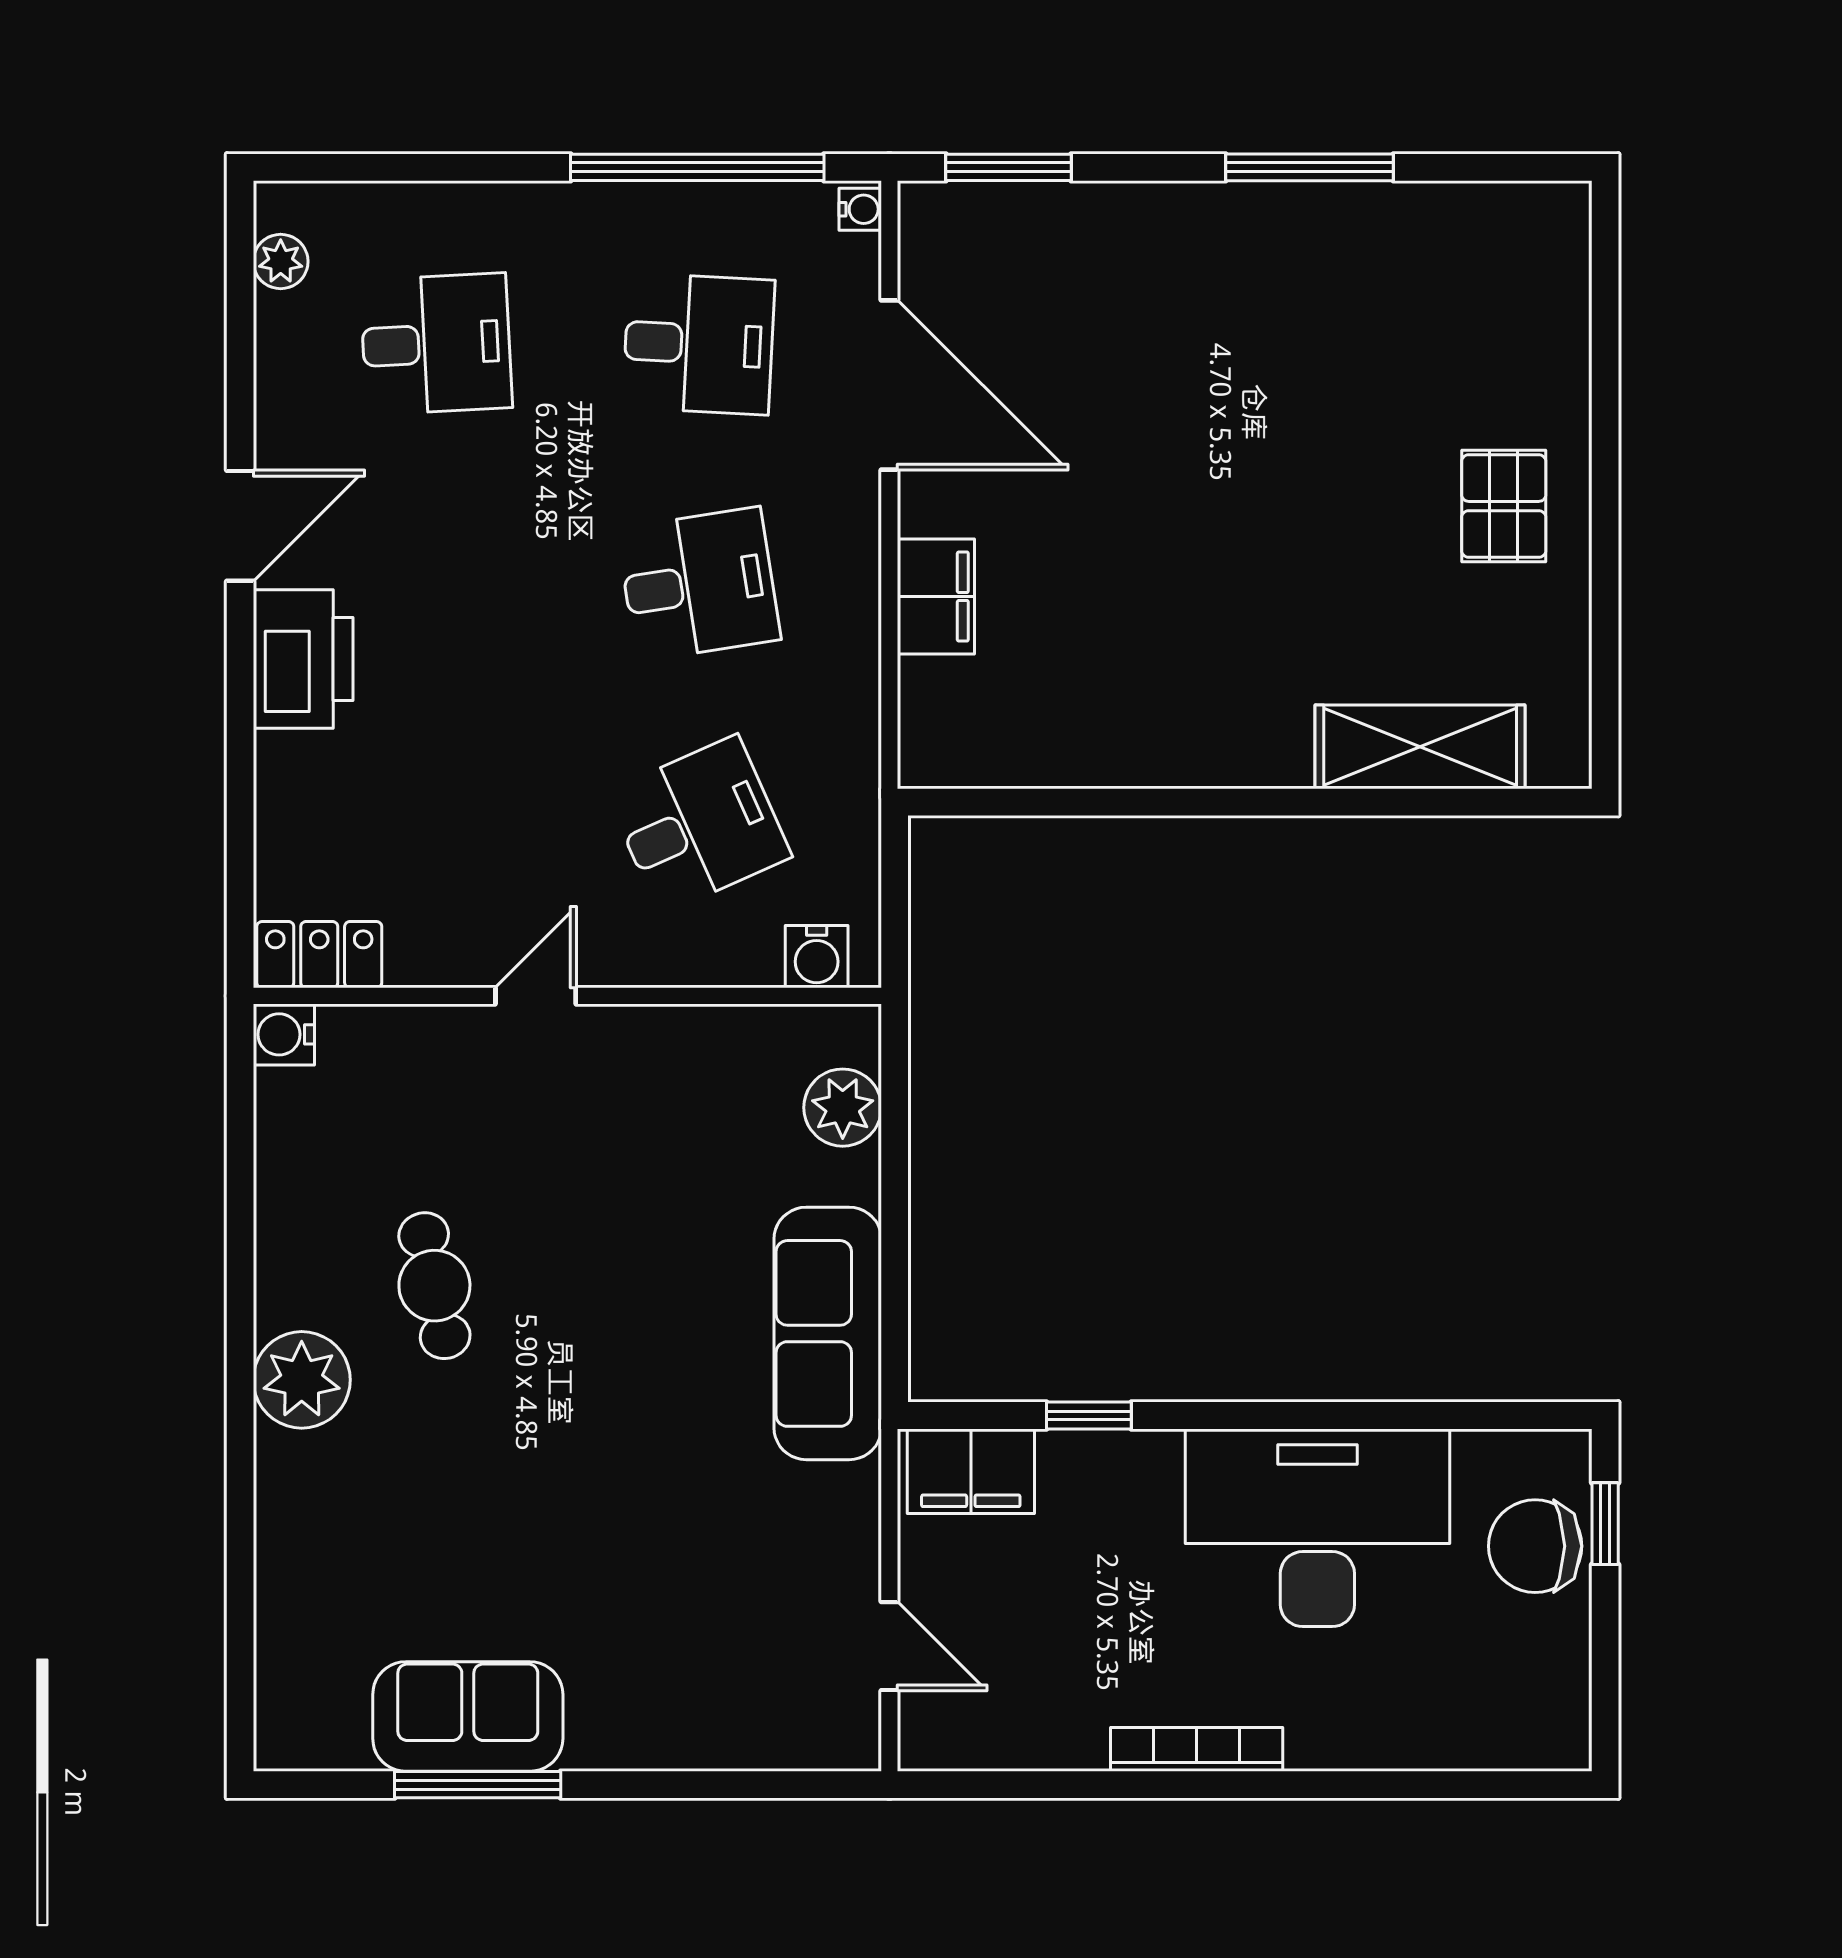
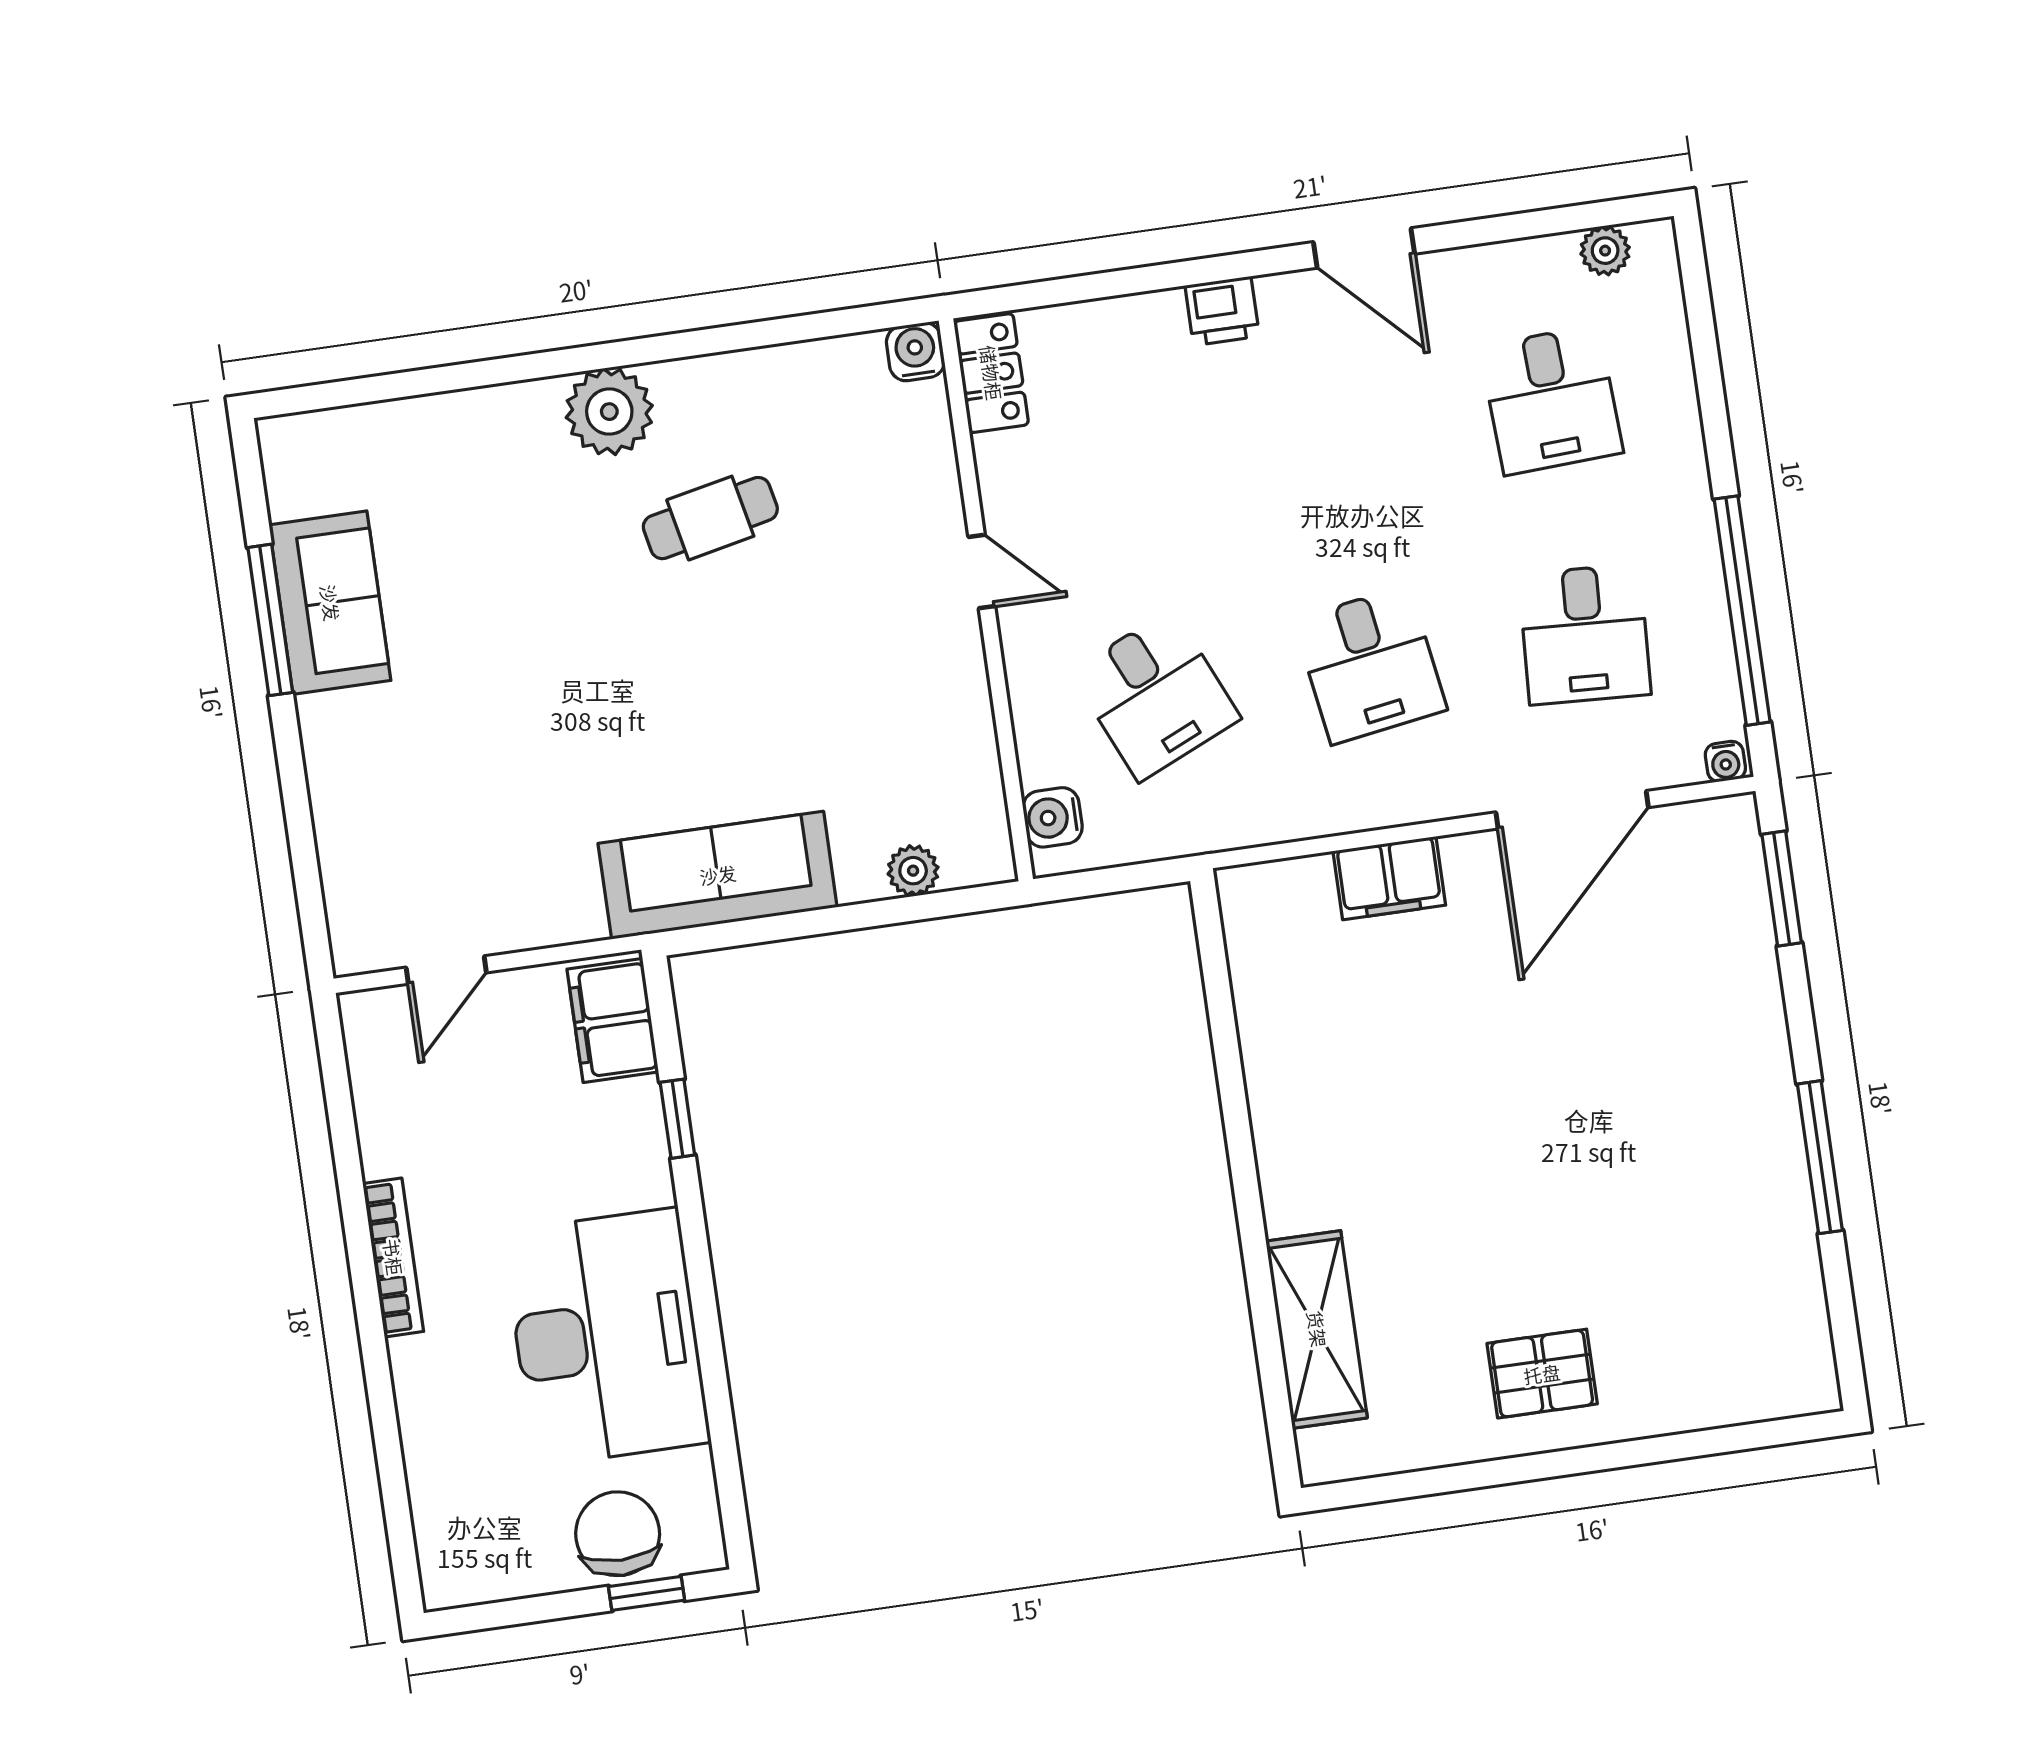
printer: (303, 659) -> (1222, 311), width x0.53, depth x0.68
plant: (843, 1108) -> (913, 871), width x0.73, depth x0.73

